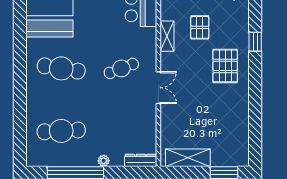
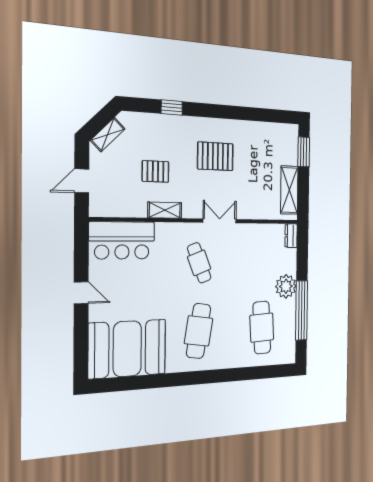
pallet: (225, 66) -> (215, 156), moved
dresser: (141, 160) -> (291, 236), width x0.70
plant: (104, 161) -> (286, 286), width x1.88, depth x1.88

